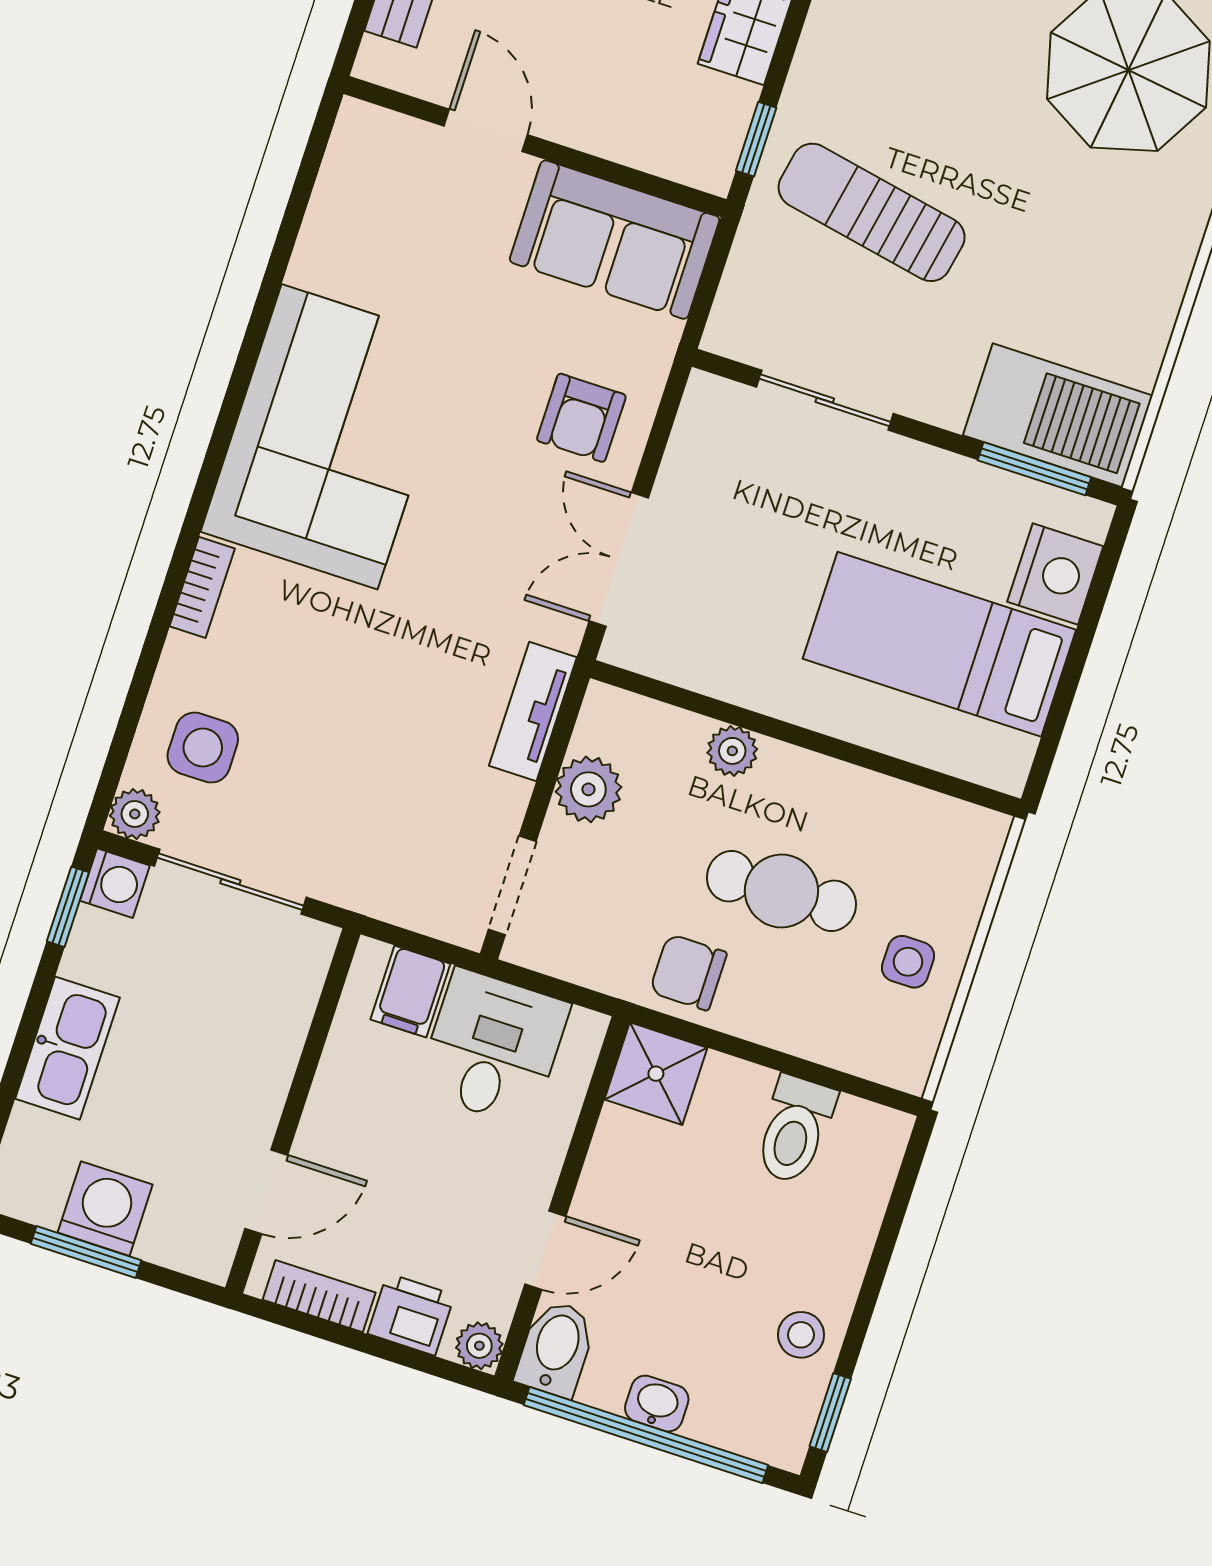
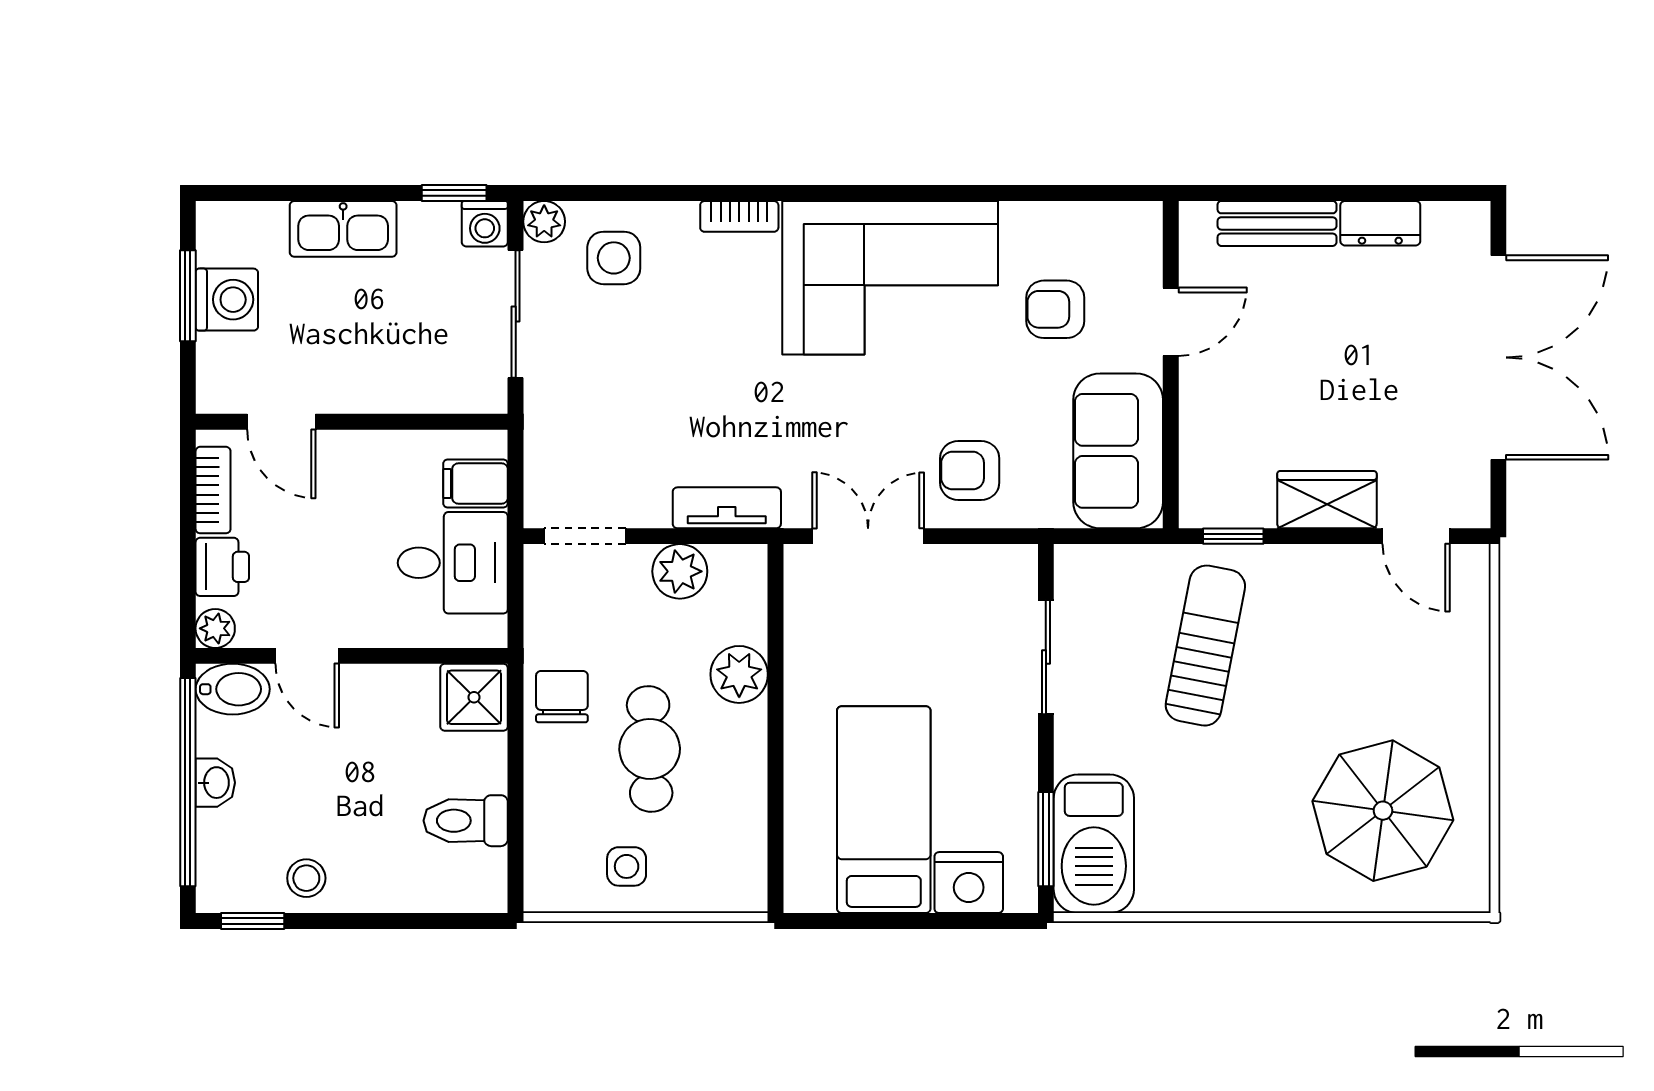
armchair: (428, 259) -> (1055, 309), added
plant: (732, 751) -> (739, 674), width x1.38, depth x1.38

